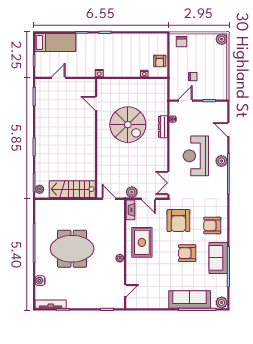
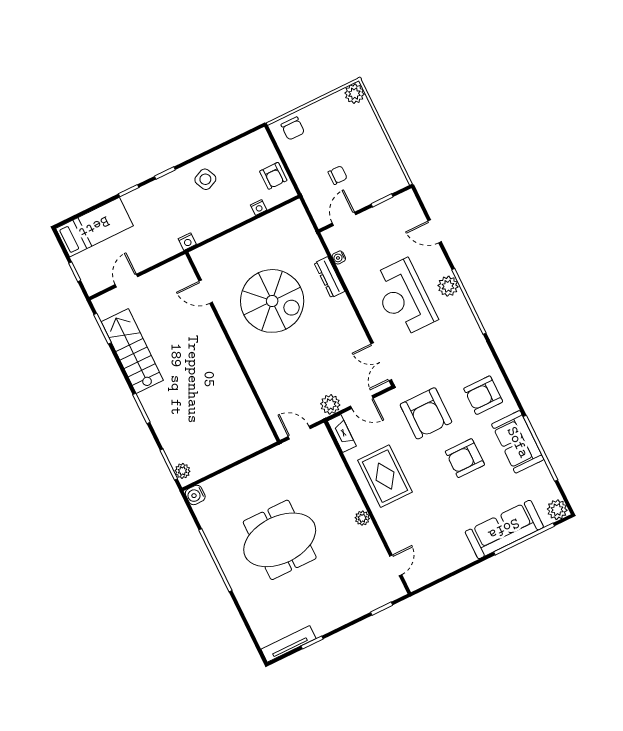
side table: (124, 46) -> (205, 179), added
stairs: (72, 189) -> (132, 351), moved, turned 90
water cooler: (40, 281) -> (195, 495), moved

